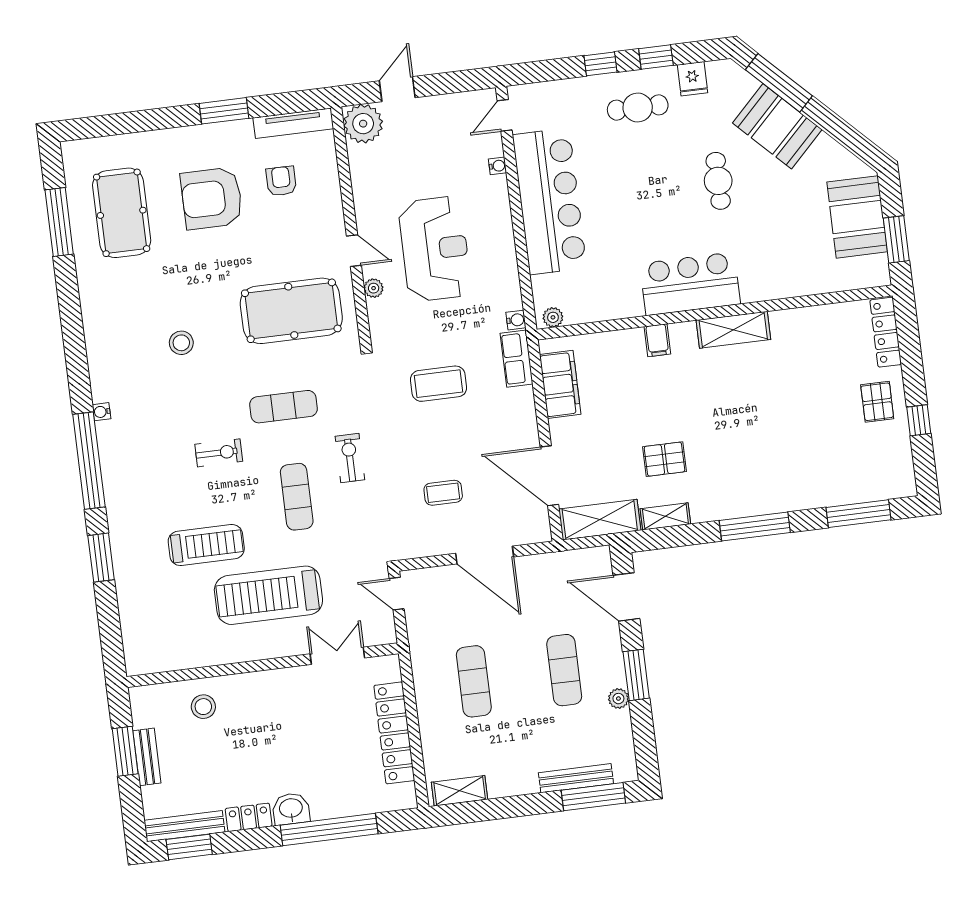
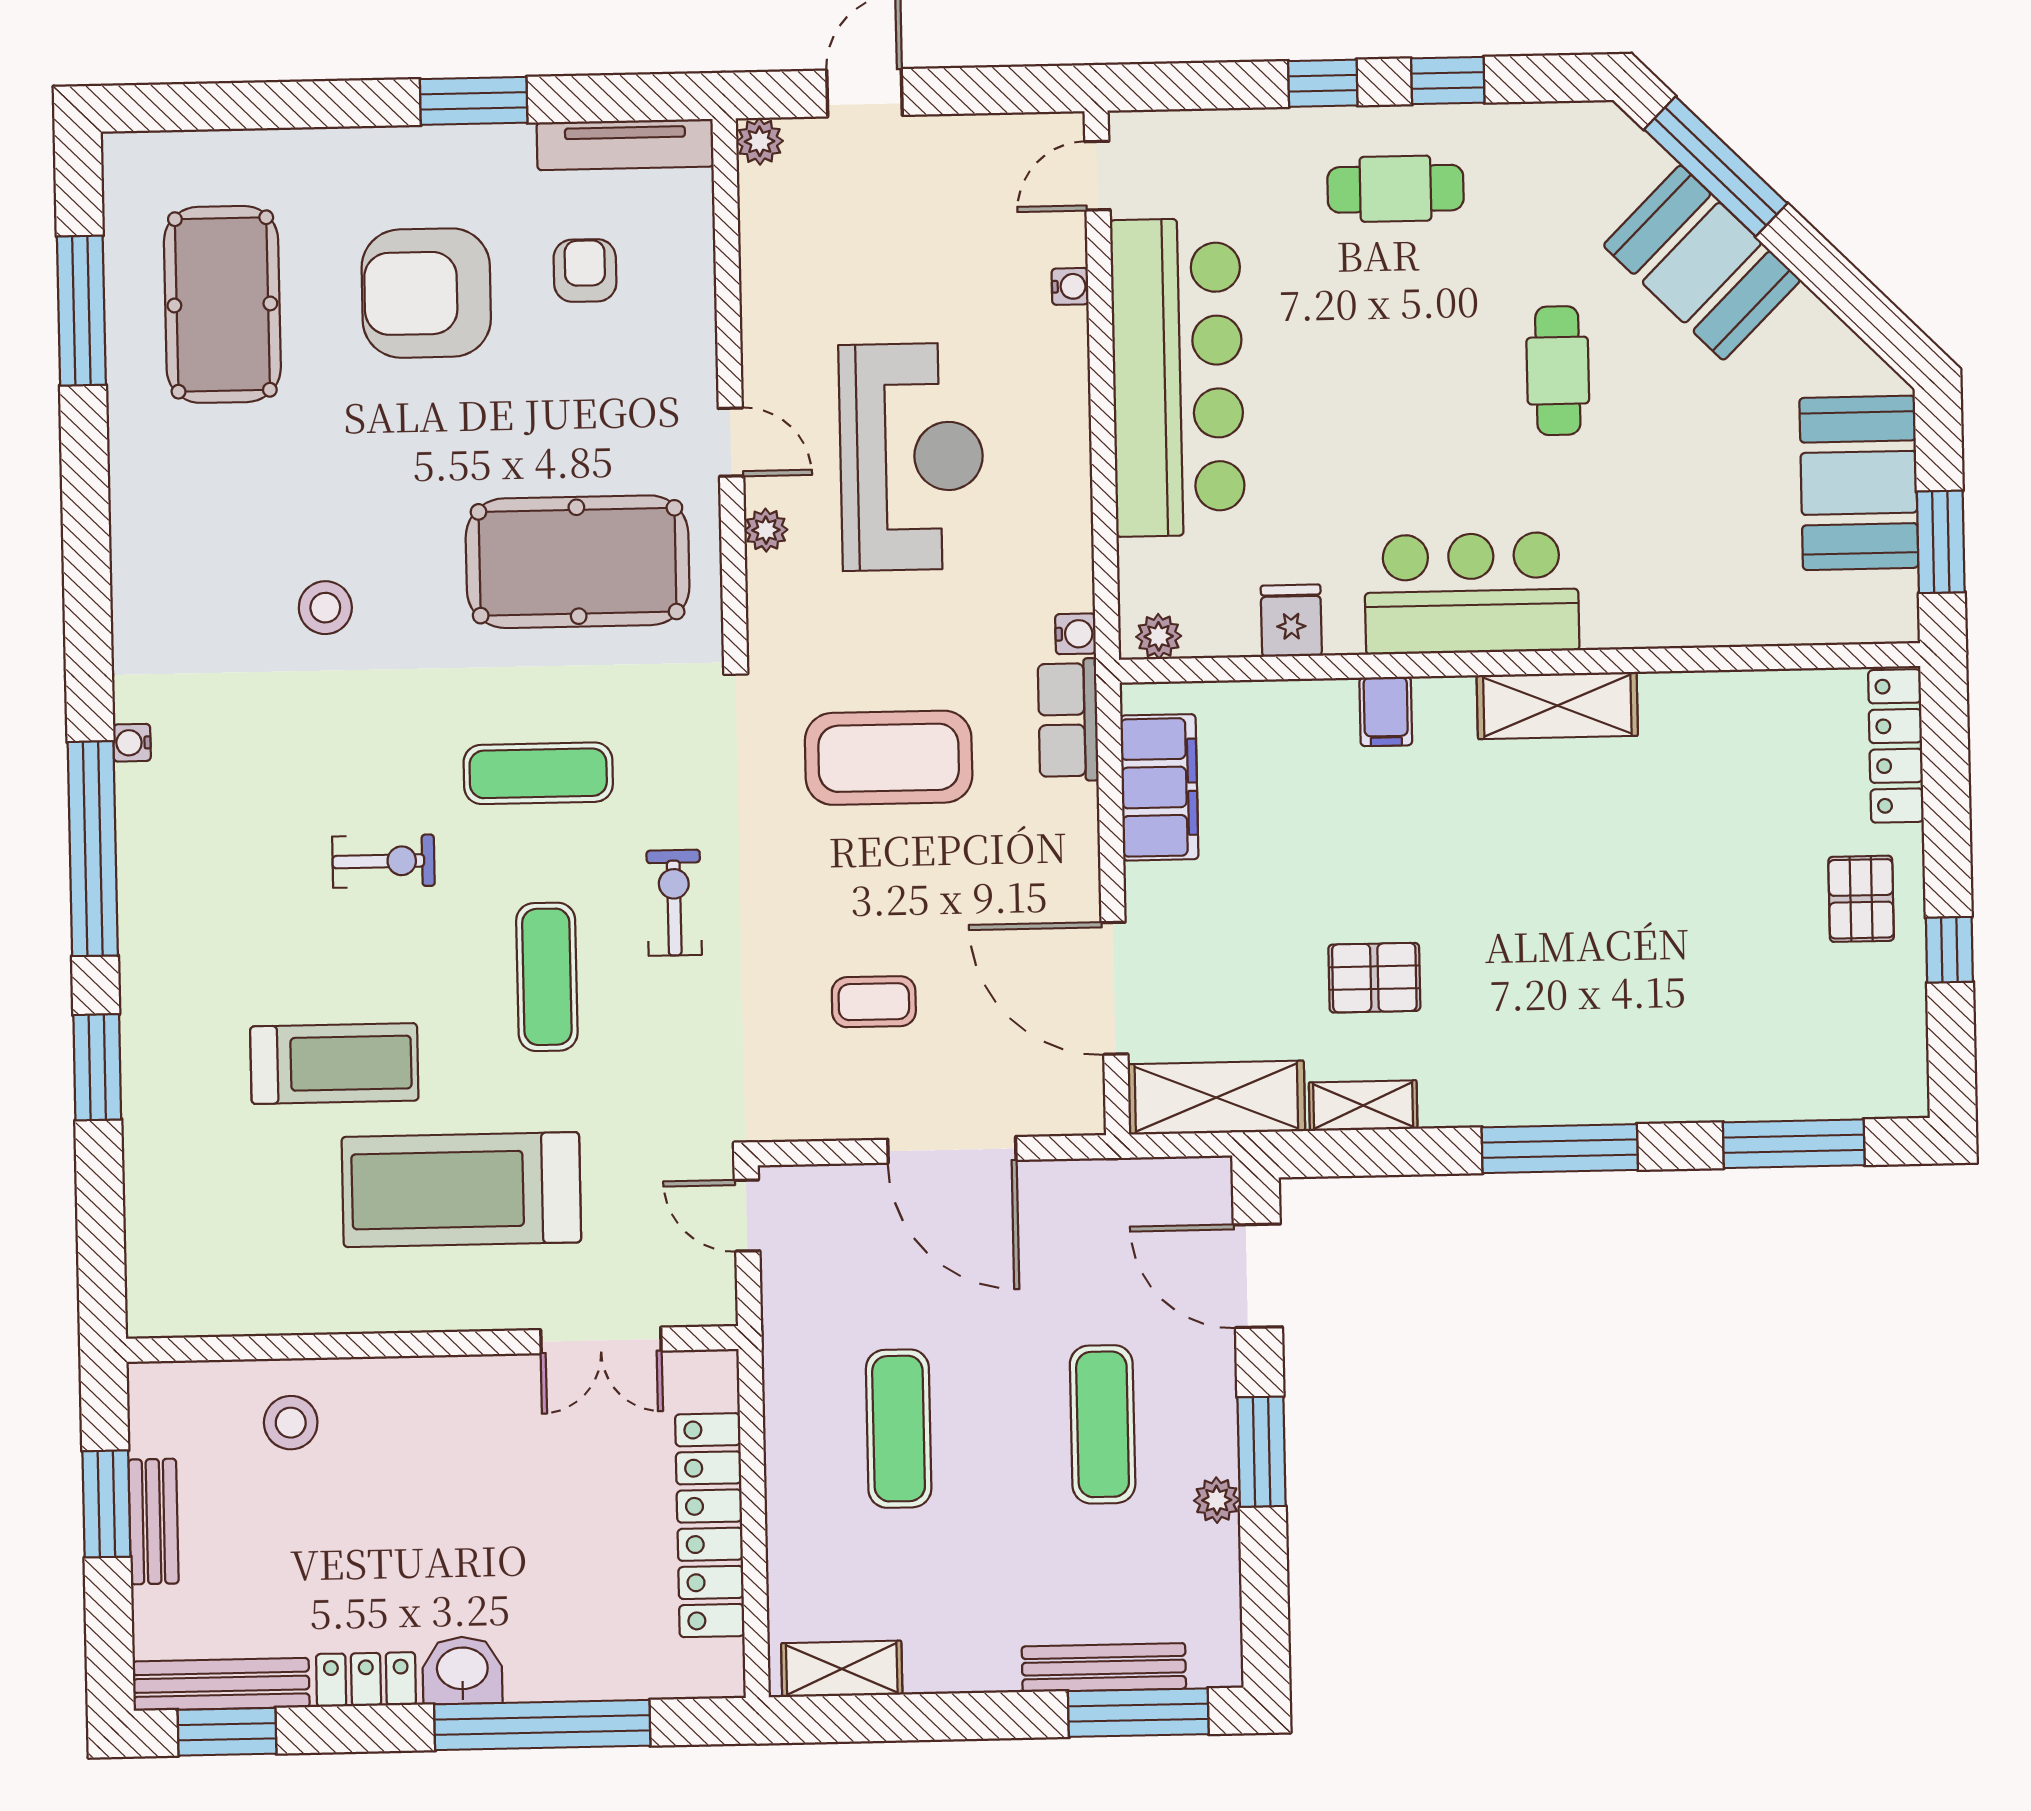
fridge: (693, 79) -> (1291, 621), moved, turned 180
plant: (363, 124) -> (760, 141), width x0.53, depth x0.53
coffee table: (439, 384) -> (889, 758), width x1.36, depth x1.32
double door: (337, 656) -> (601, 1340), swing flipped

